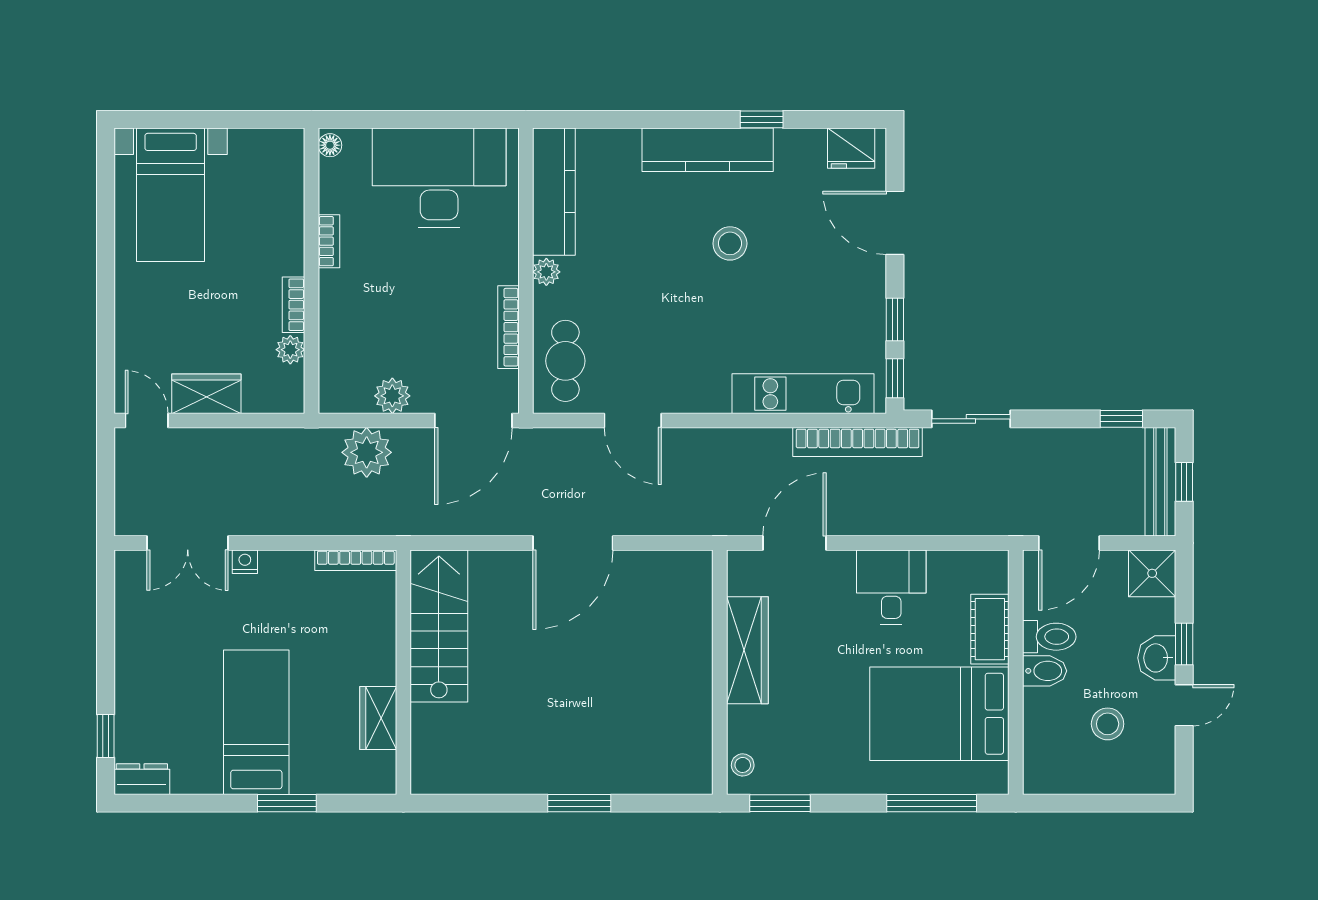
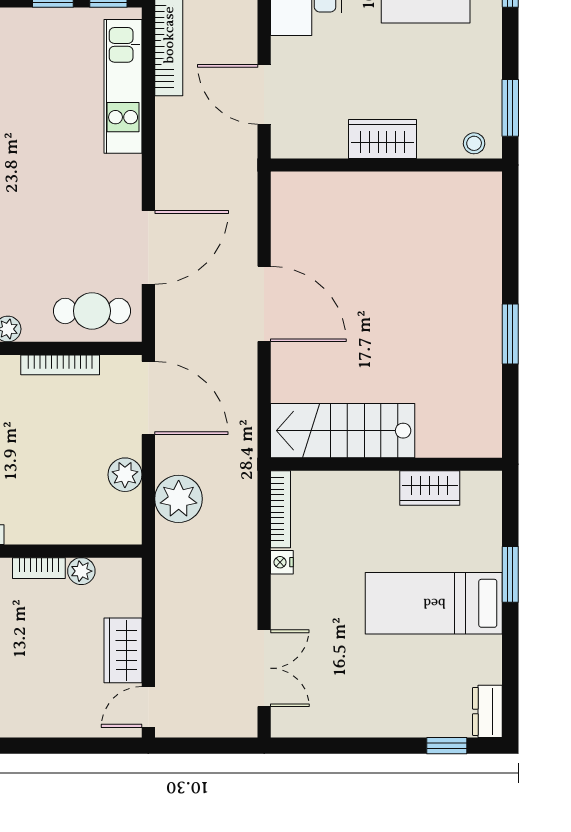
door: (633, 420) -> (148, 247), width x1.36
nightstand: (245, 562) -> (282, 562), moved
wardrobe: (747, 650) -> (383, 139), width x0.67
window: (579, 803) -> (510, 334), moved

